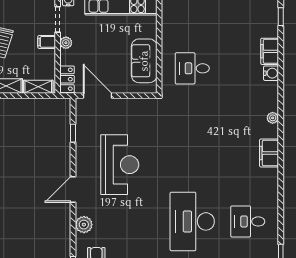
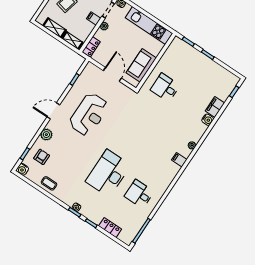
door: (97, 96) -> (112, 74), moved
filing cabinet: (269, 153) -> (179, 160), width x0.50

